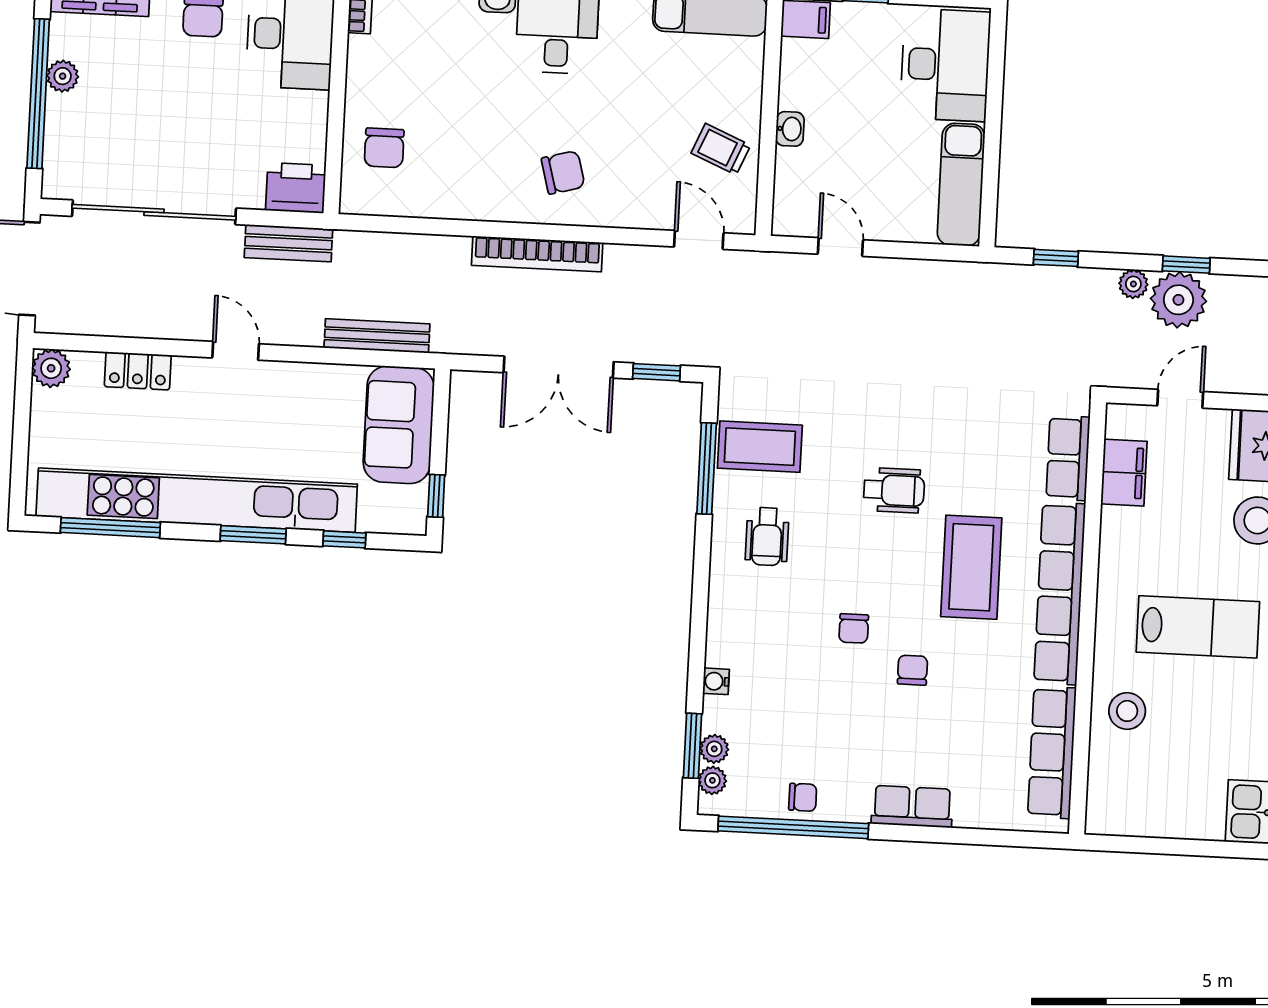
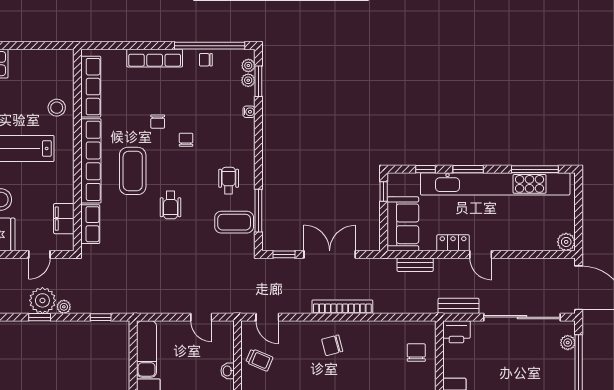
plant: (63, 76) -> (568, 343), moved
bench: (377, 336) -> (415, 265), width x0.73
locker: (138, 371) -> (453, 243), moved
wheelchair: (894, 490) -> (171, 205), turned -90
row of seats: (912, 807) -> (155, 58), width x1.48

